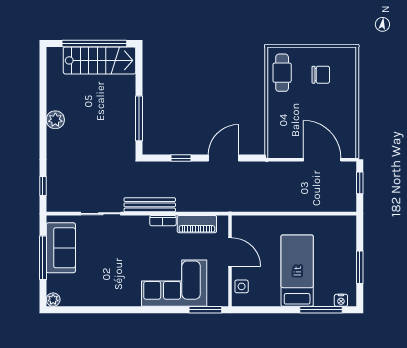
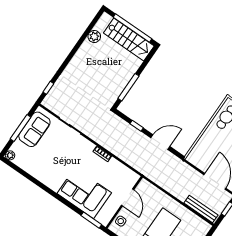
plant: (55, 120) -> (94, 36), moved
bench: (150, 205) -> (201, 209), moved
piano: (197, 224) -> (120, 169), removed

